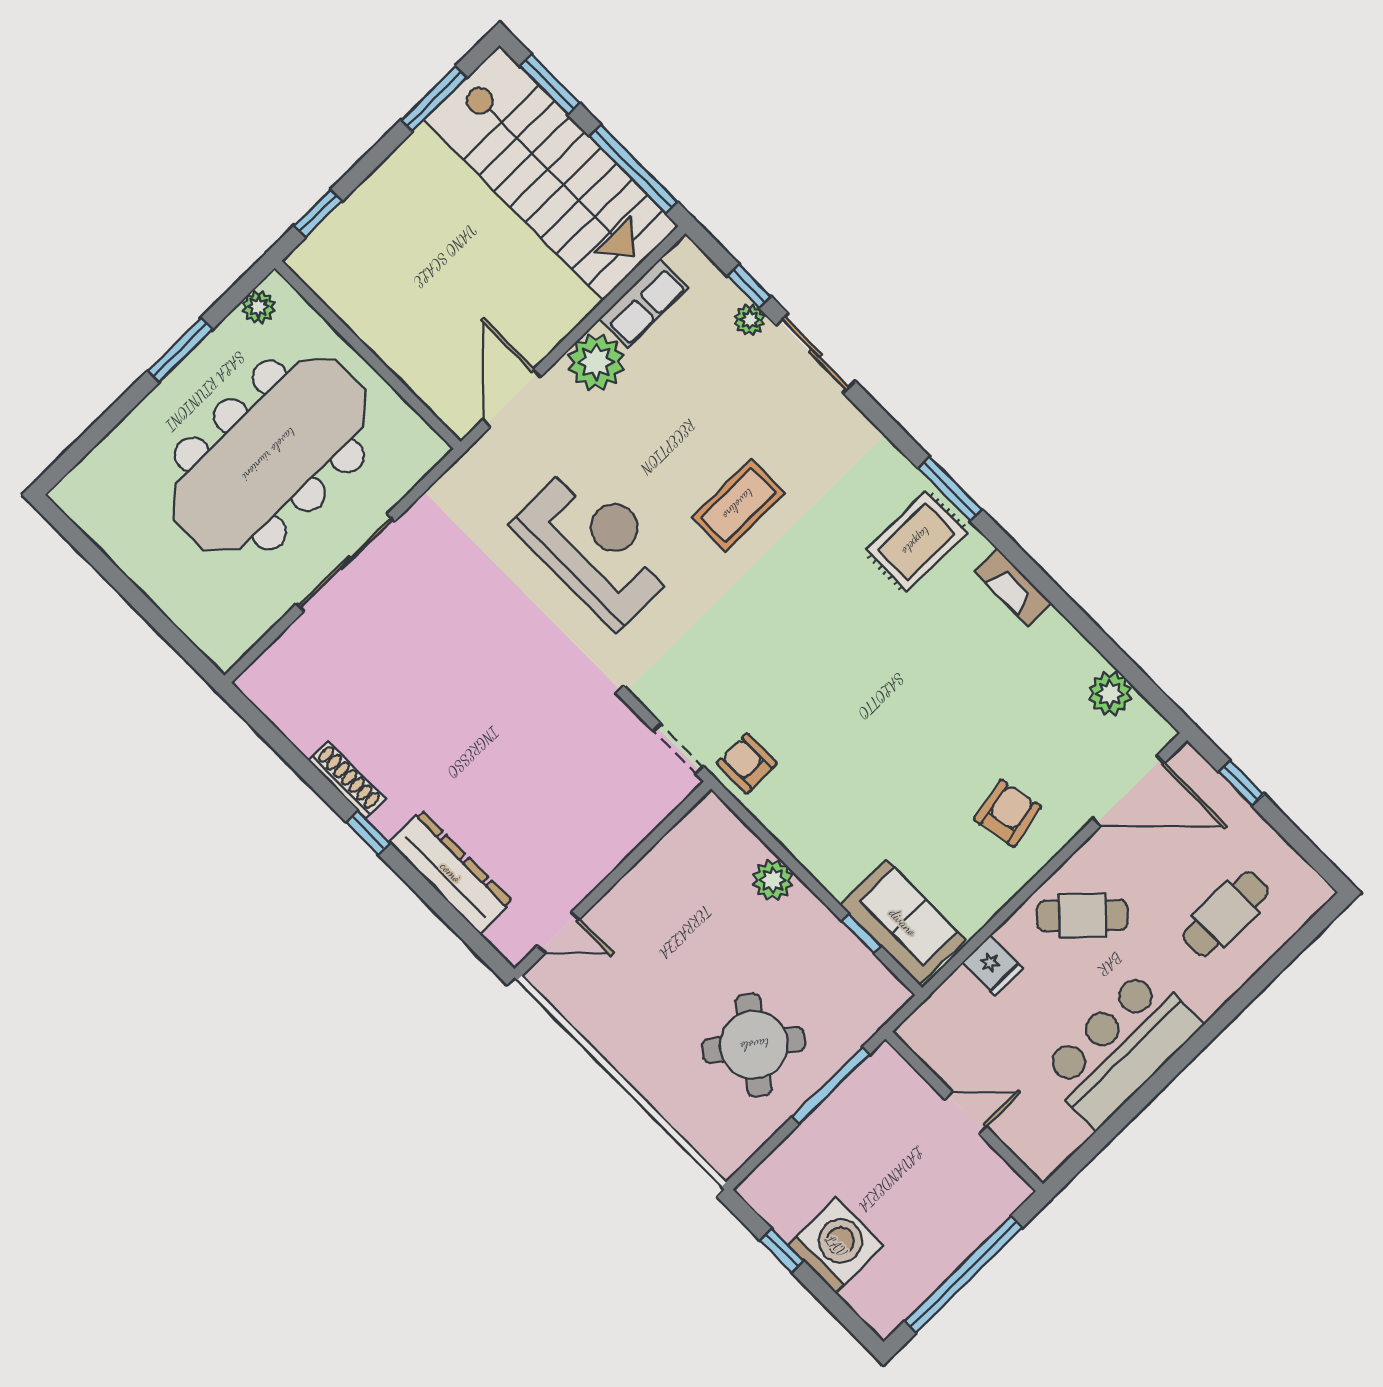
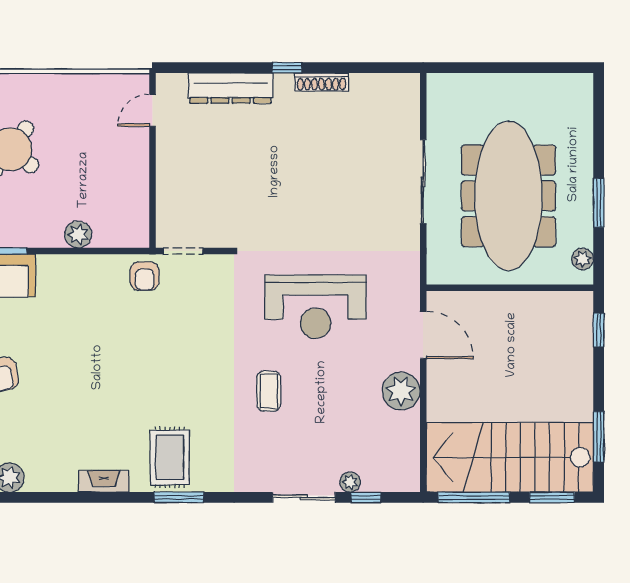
row of seats: (644, 303) -> (407, 440), removed
coffee table: (738, 505) -> (269, 391), width x0.73, depth x0.77
armchair: (747, 763) -> (145, 276), turned 90

